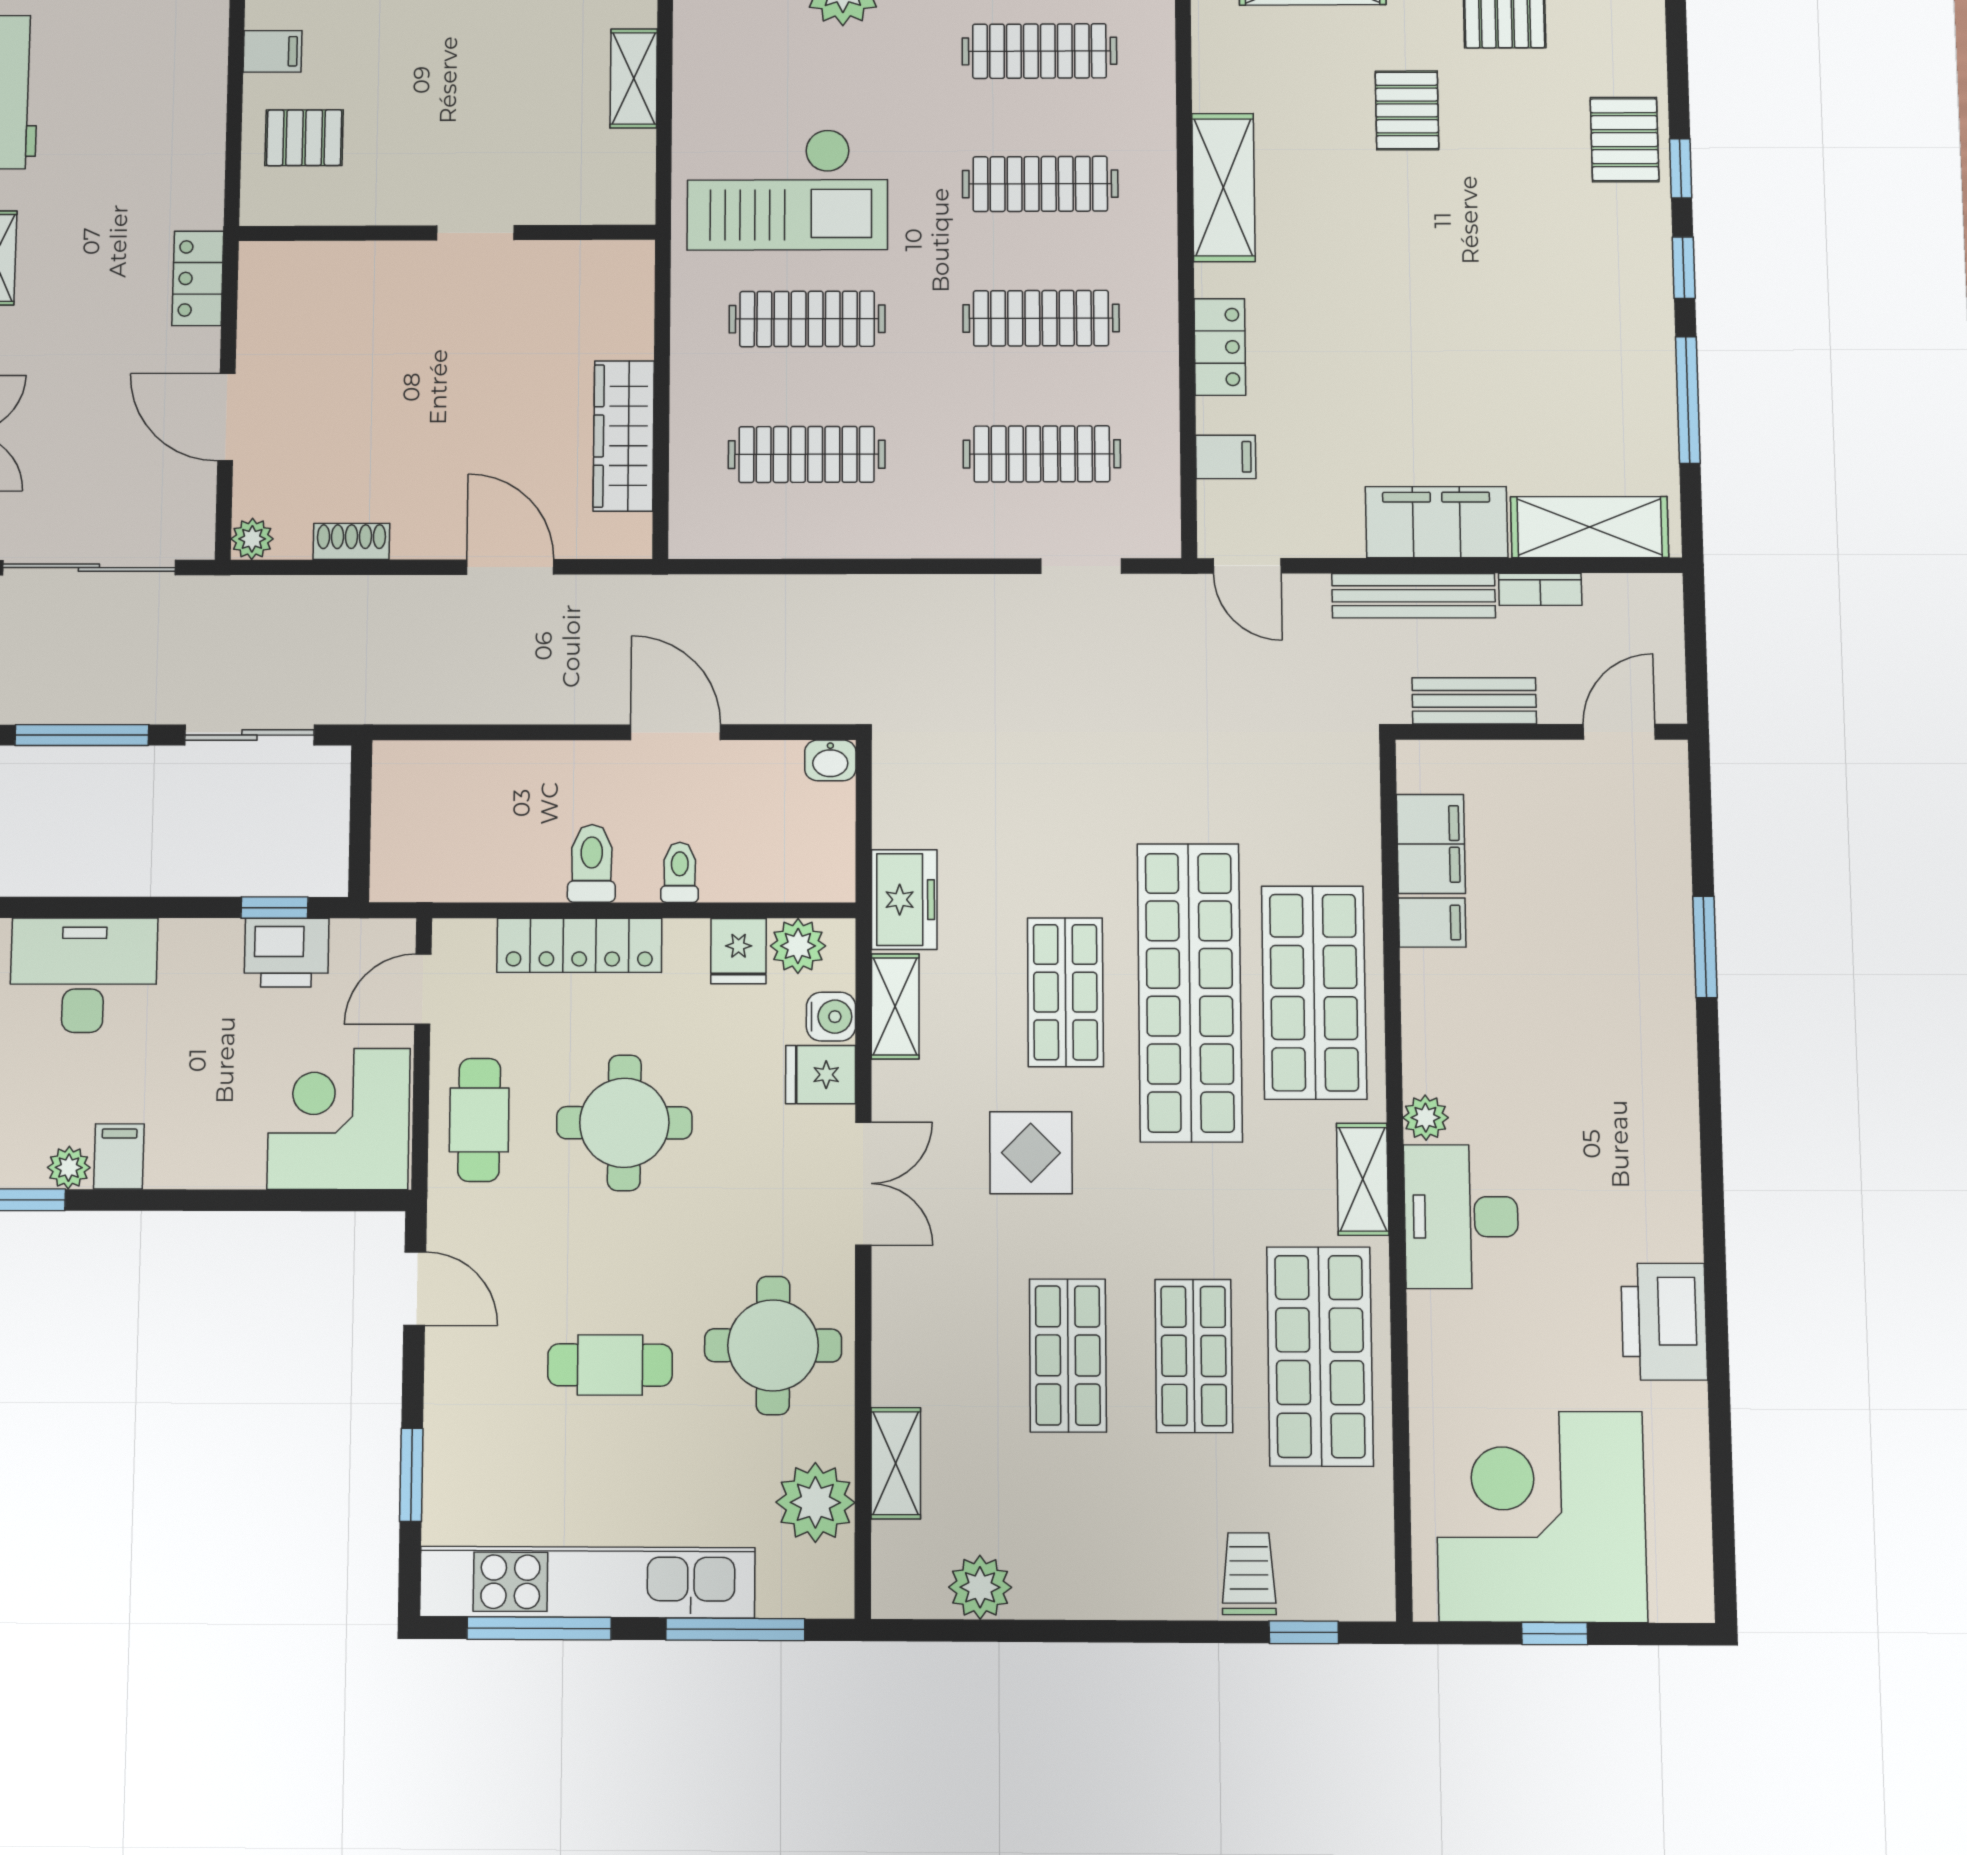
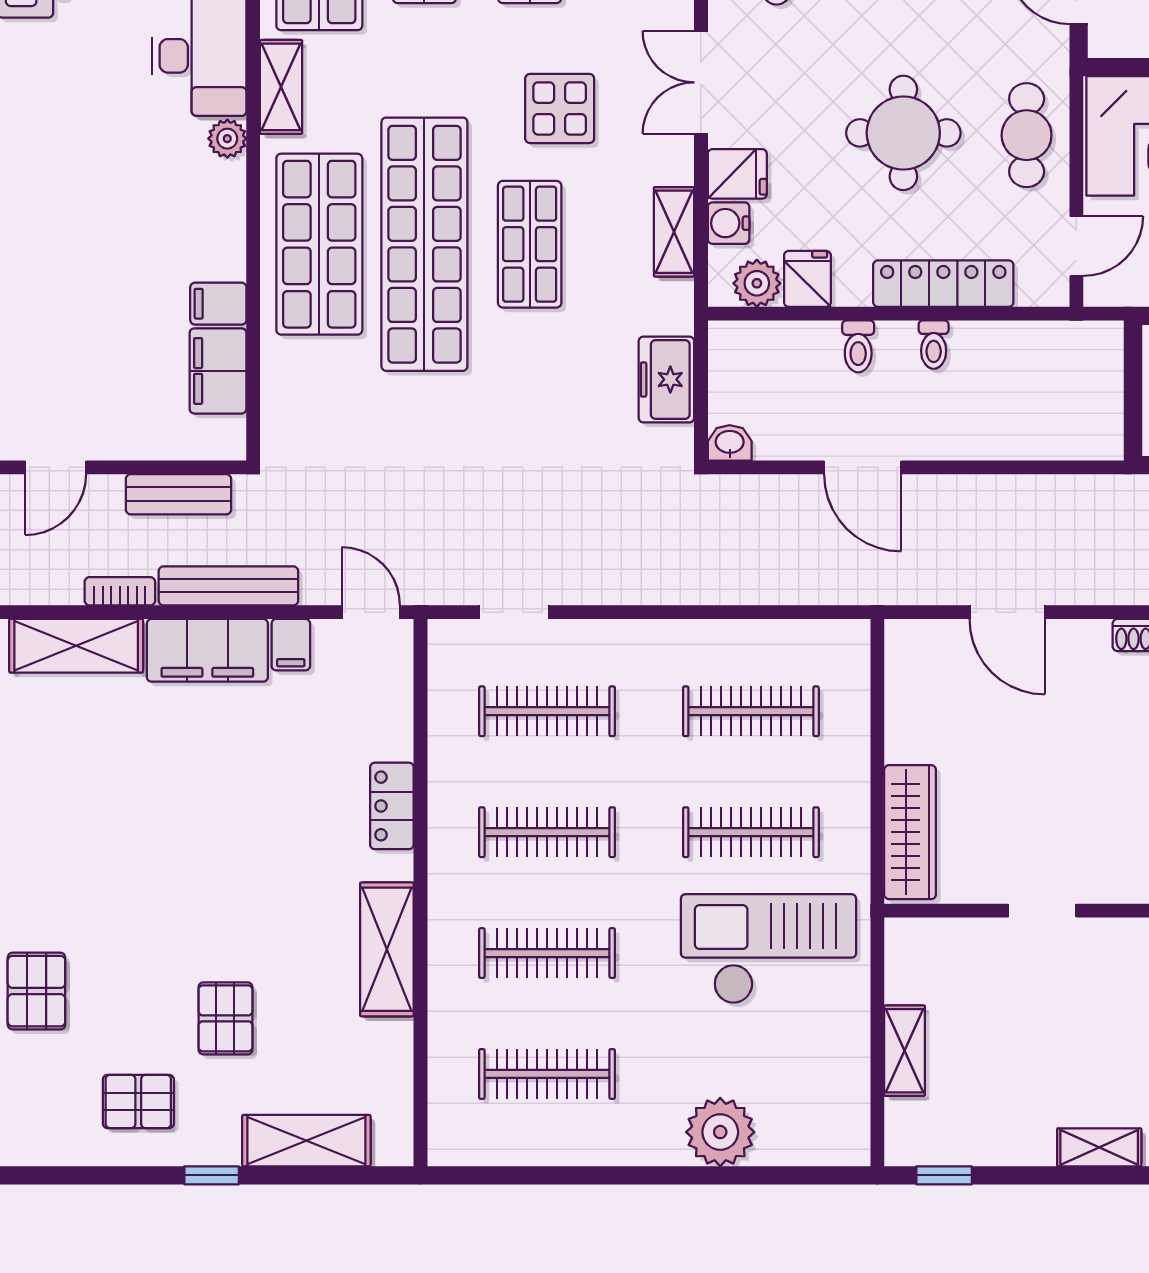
wardrobe: (624, 436) -> (910, 832), moved
filing cabinet: (1226, 457) -> (291, 645), moved, turned -90
toilet: (592, 863) -> (934, 345), width x0.73, depth x0.72
freezer: (904, 900) -> (666, 379), moved

